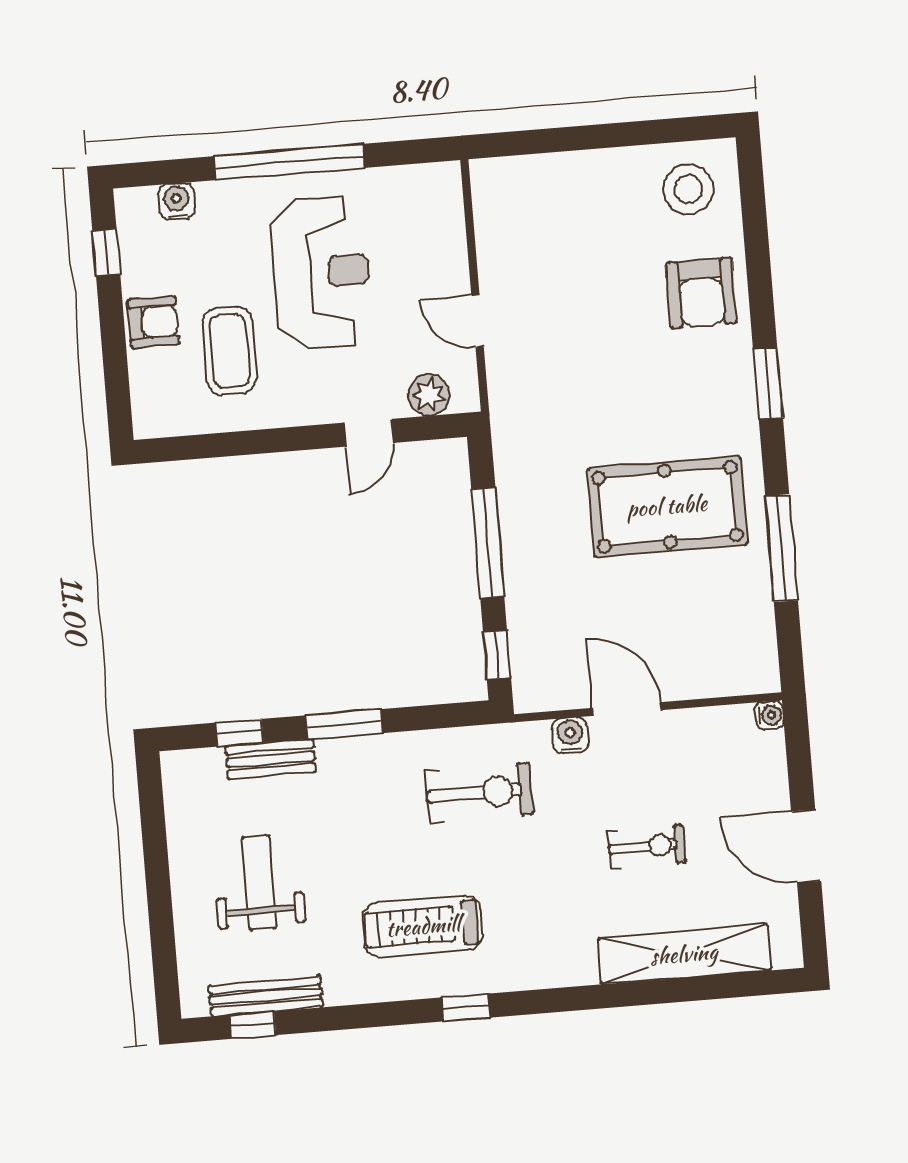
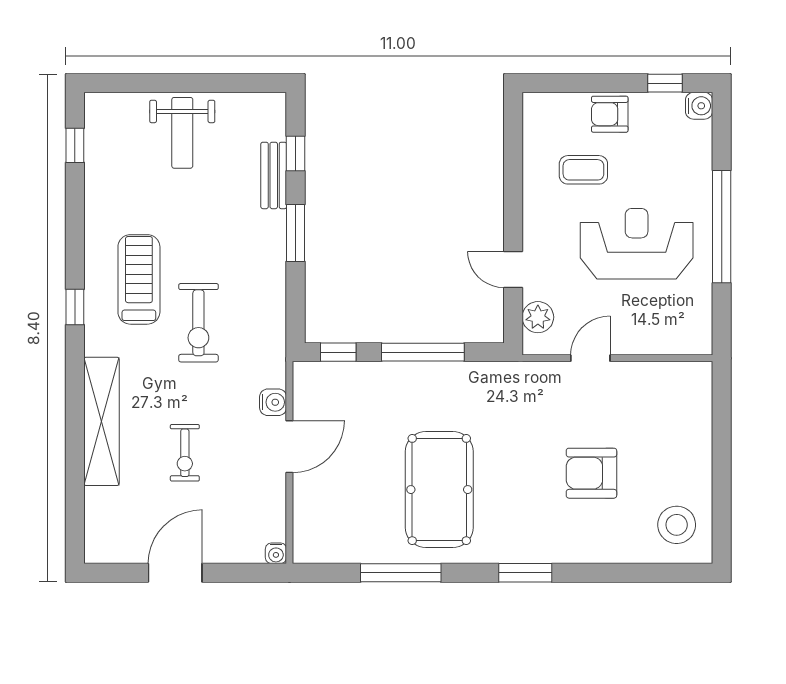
water cooler: (177, 201) -> (699, 106), moved
reception desk: (321, 272) -> (637, 244), turned 180
armchair: (701, 293) -> (591, 473), moved
armchair: (153, 322) -> (610, 114), turned 90
coffee table: (230, 351) -> (583, 170), width x0.73, depth x0.77
exercise bike: (479, 793) -> (198, 323), moved
weight bench: (259, 882) -> (182, 133), moved, turned 90
shelving: (684, 954) -> (101, 421), moved
bench: (266, 996) -> (96, 157), removed

